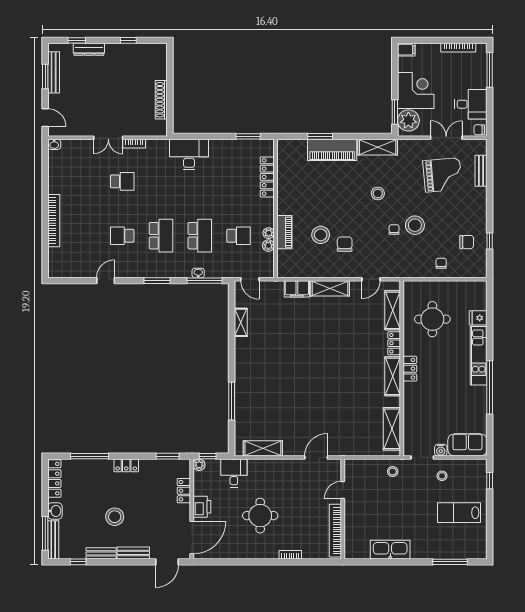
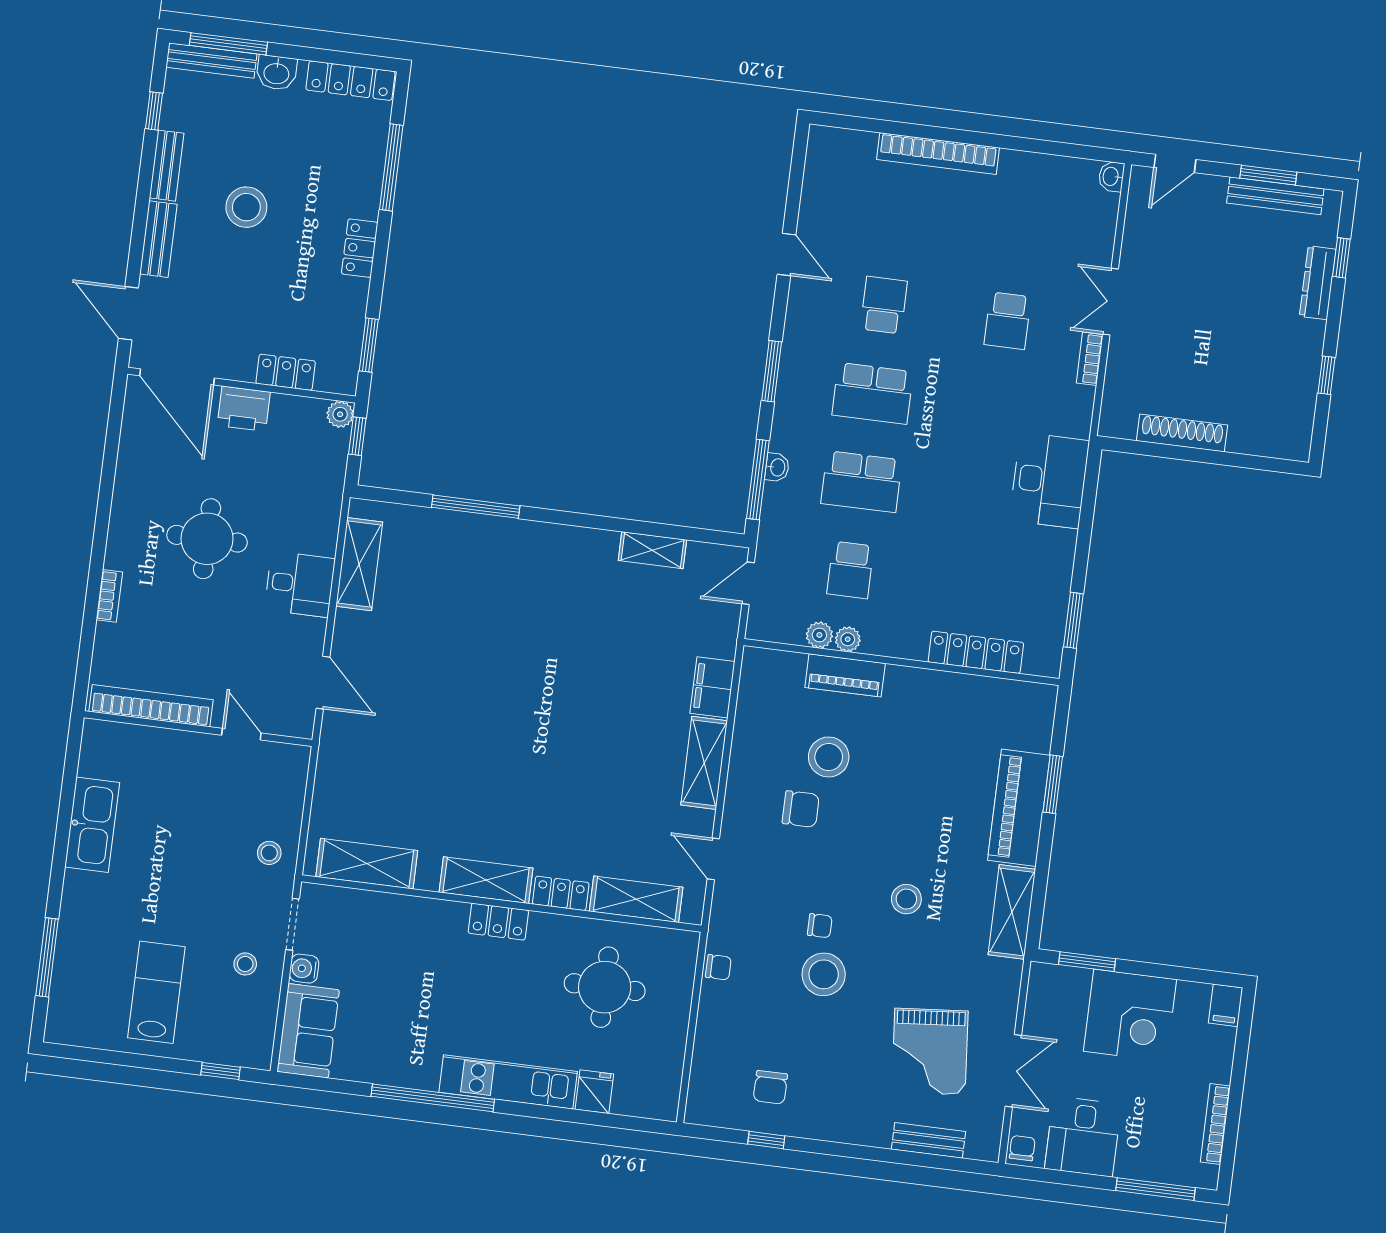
plant: (408, 120) -> (1064, 990), removed
chair: (441, 263) -> (718, 967), moved
desk: (234, 473) -> (300, 584), moved

